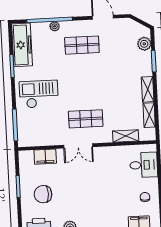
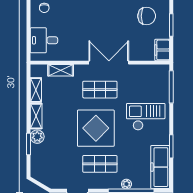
plant: (144, 44) -> (37, 137), moved
display table: (88, 80) -> (96, 128), added
checkout: (39, 94) -> (146, 117), turned 180
double door: (78, 146) -> (109, 63), width x1.37
filing cabinet: (45, 157) -> (162, 50), moved, turned -90

